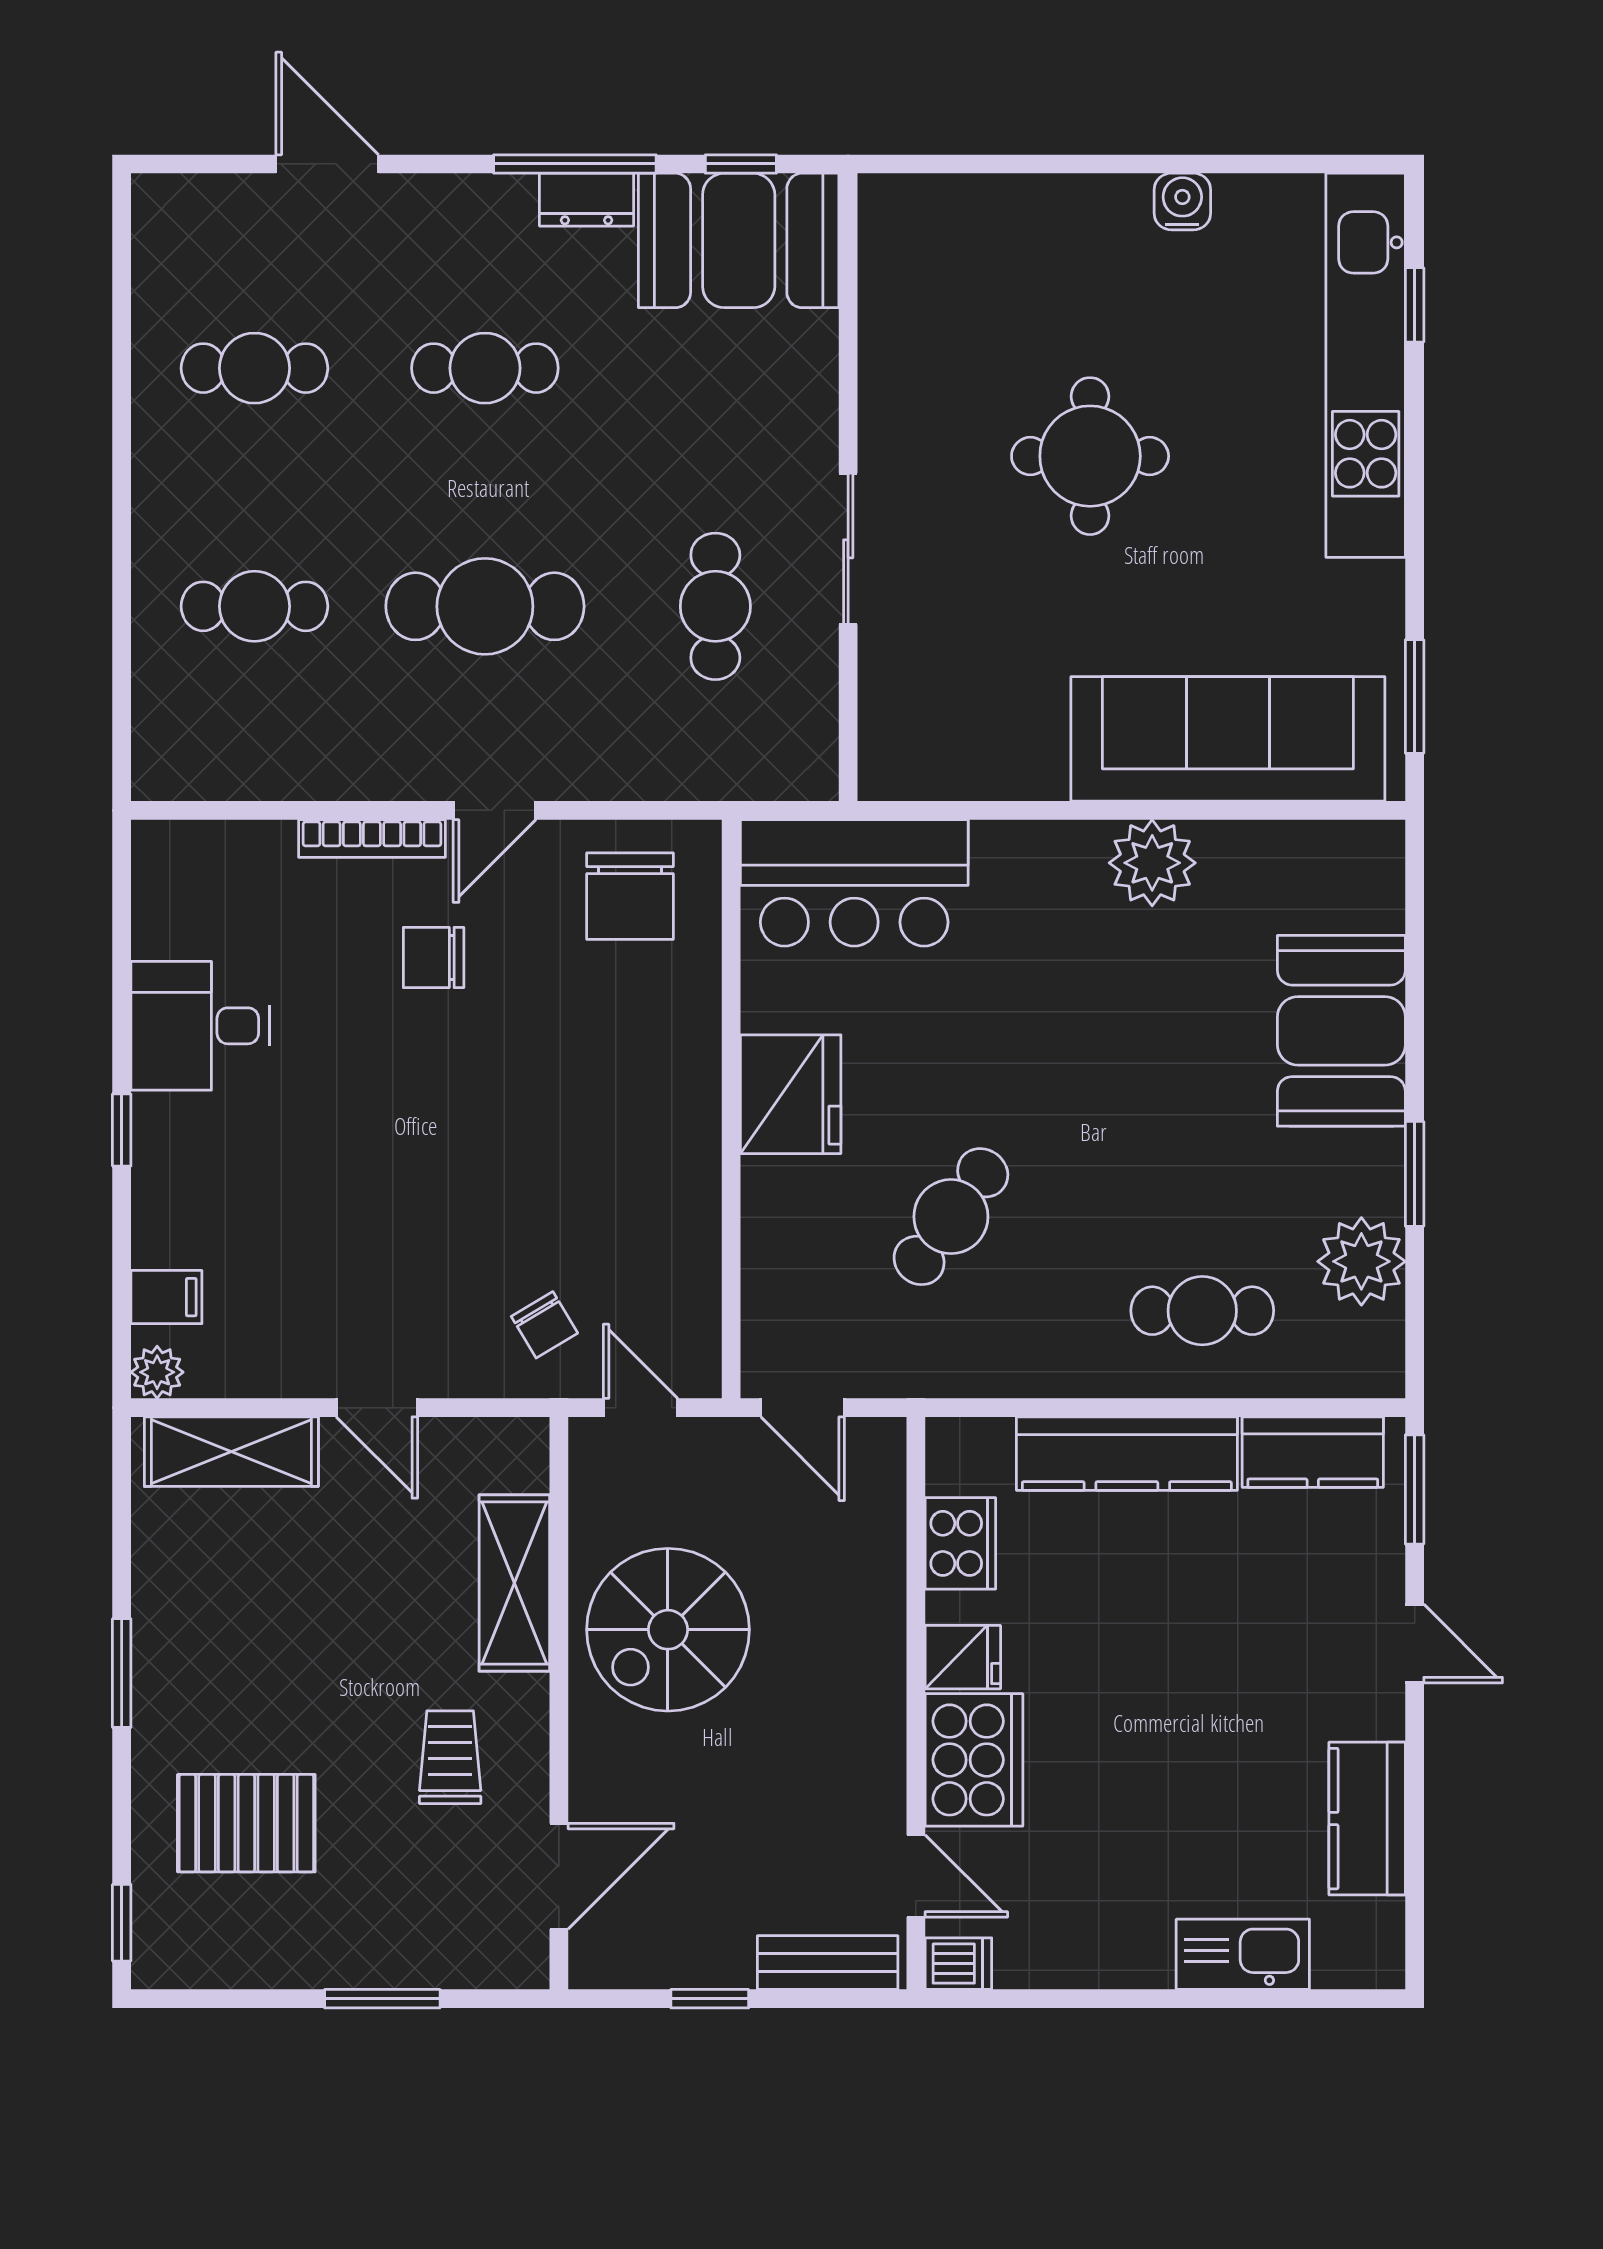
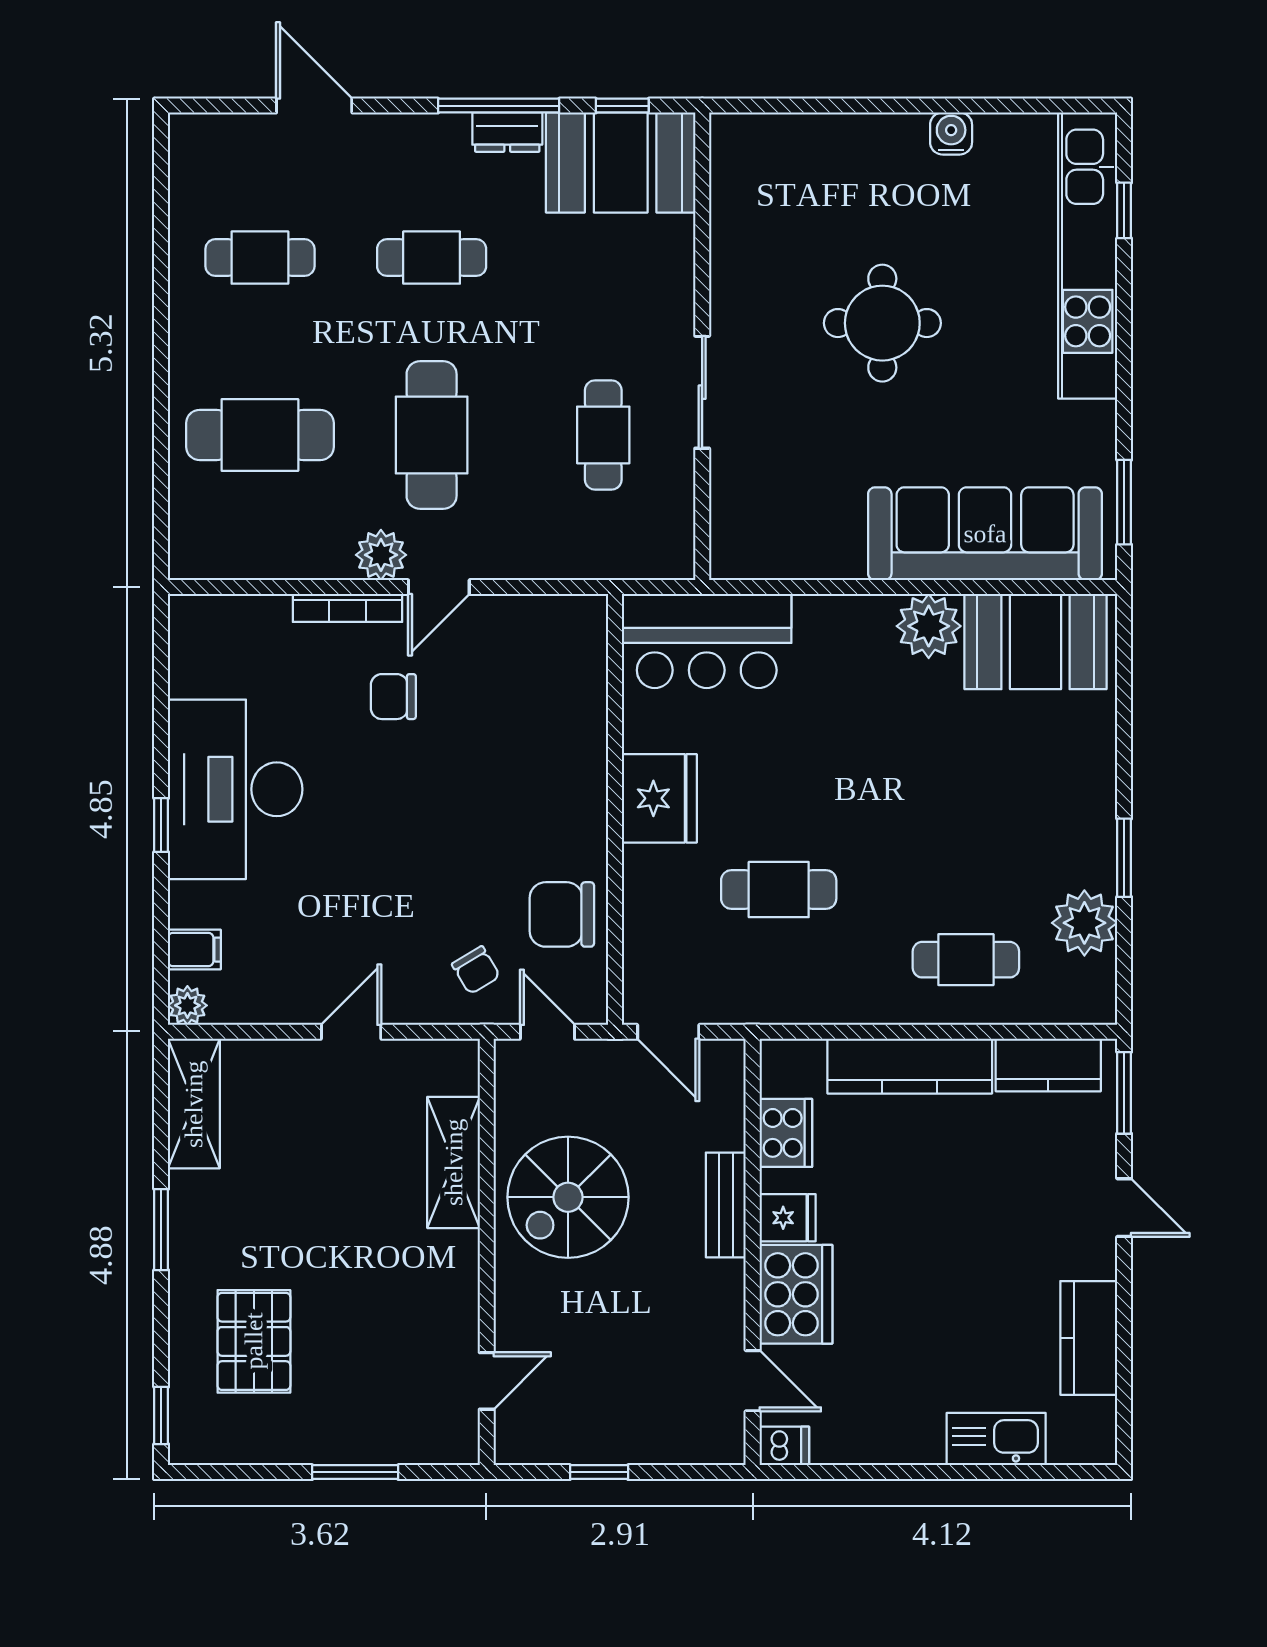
cafe table: (254, 606) -> (260, 435), width x1.37, depth x1.35
cafe table: (485, 606) -> (432, 435), turned 90
plant: (417, 767) -> (381, 555), added
chair: (630, 896) -> (562, 914), moved, turned 90
desk: (200, 1026) -> (235, 789), width x1.87, depth x1.30
booth: (1341, 1031) -> (1036, 642), moved, turned 90
cafe table: (951, 1217) -> (779, 890), turned 54
door: (377, 1408) -> (351, 1032), swing flipped
shelving: (231, 1452) -> (194, 1104), moved, turned 90
trolley: (450, 1757) -> (406, 1292), removed
pallet: (246, 1823) -> (254, 1341), turned 90
door: (559, 1876) -> (487, 1381), width x0.73
bench: (828, 1963) -> (726, 1205), moved, turned 90

